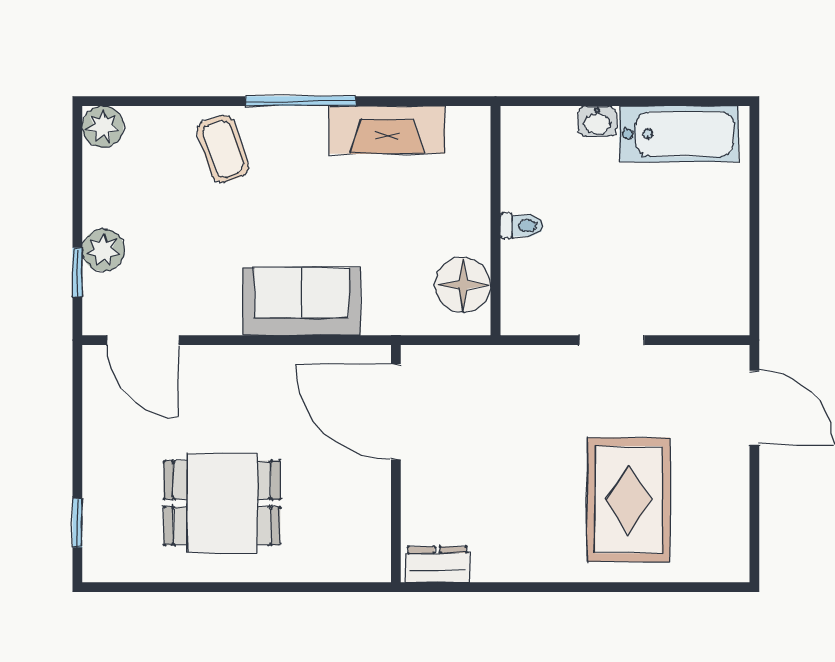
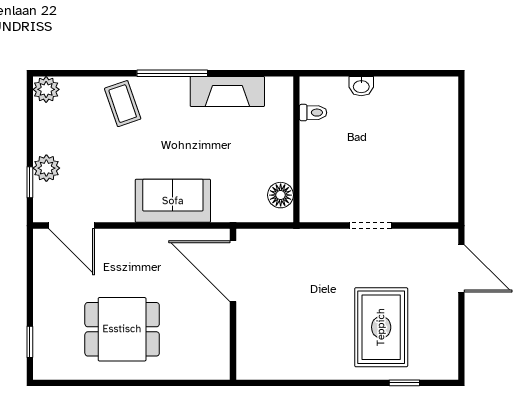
bathtub: (679, 134) -> (413, 94), removed
toilet: (522, 226) -> (313, 113), moved
floor lamp: (463, 285) -> (281, 195), width x0.73, depth x0.73
dresser: (437, 564) -> (259, 368), removed
window: (665, 587) -> (404, 383), added

